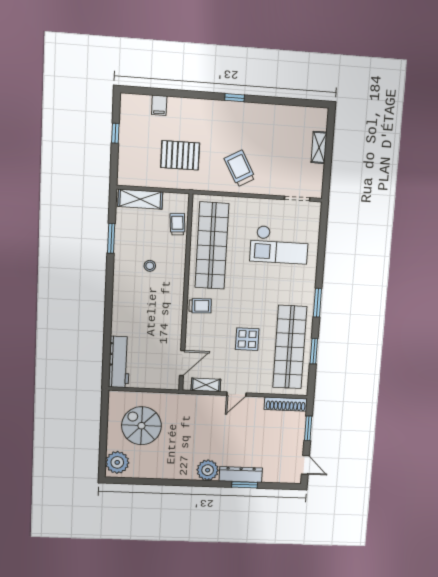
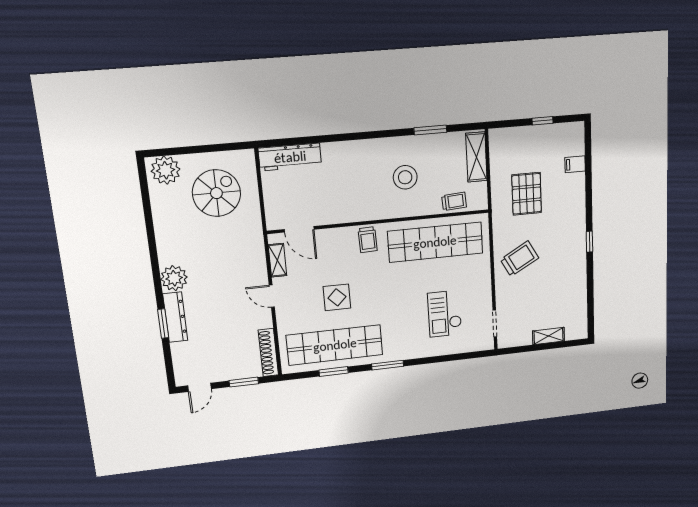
checkout: (279, 245) -> (445, 314), width x0.73, depth x0.83
stool: (150, 266) -> (405, 177), width x1.89, depth x1.89

